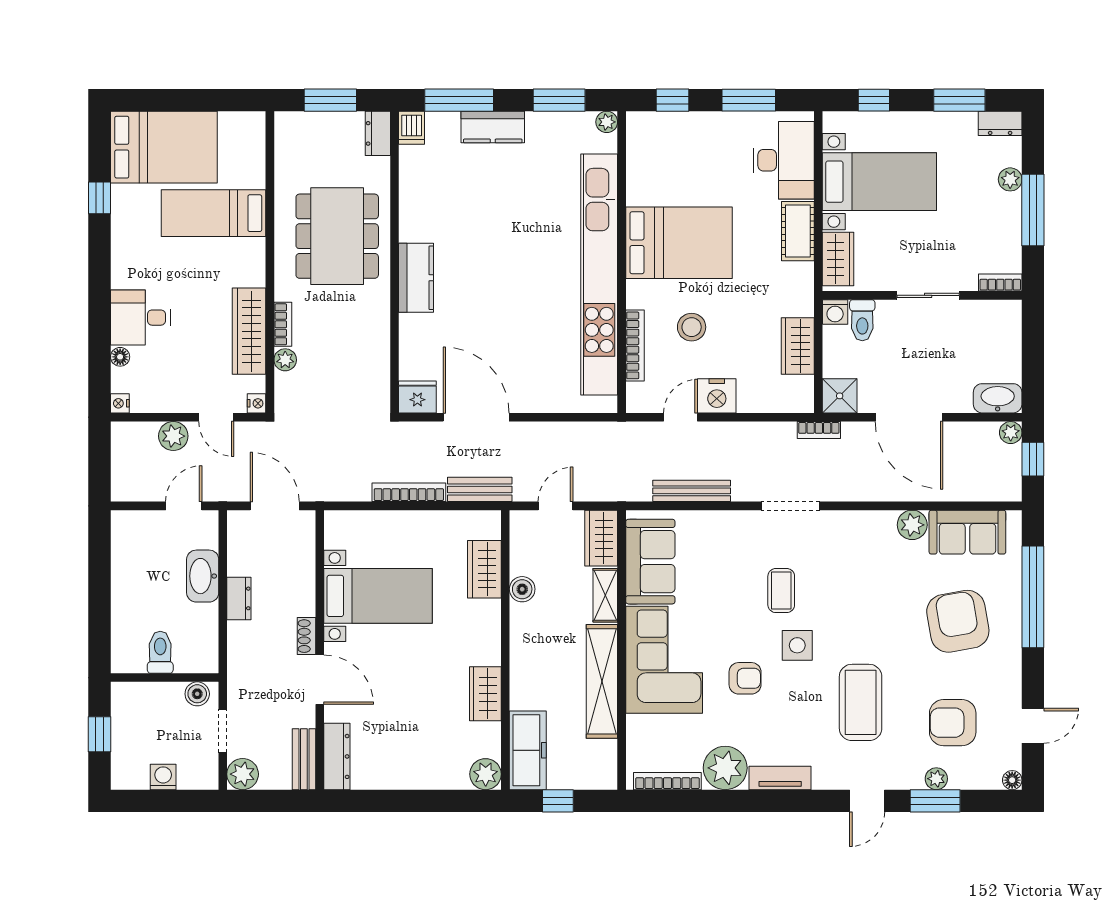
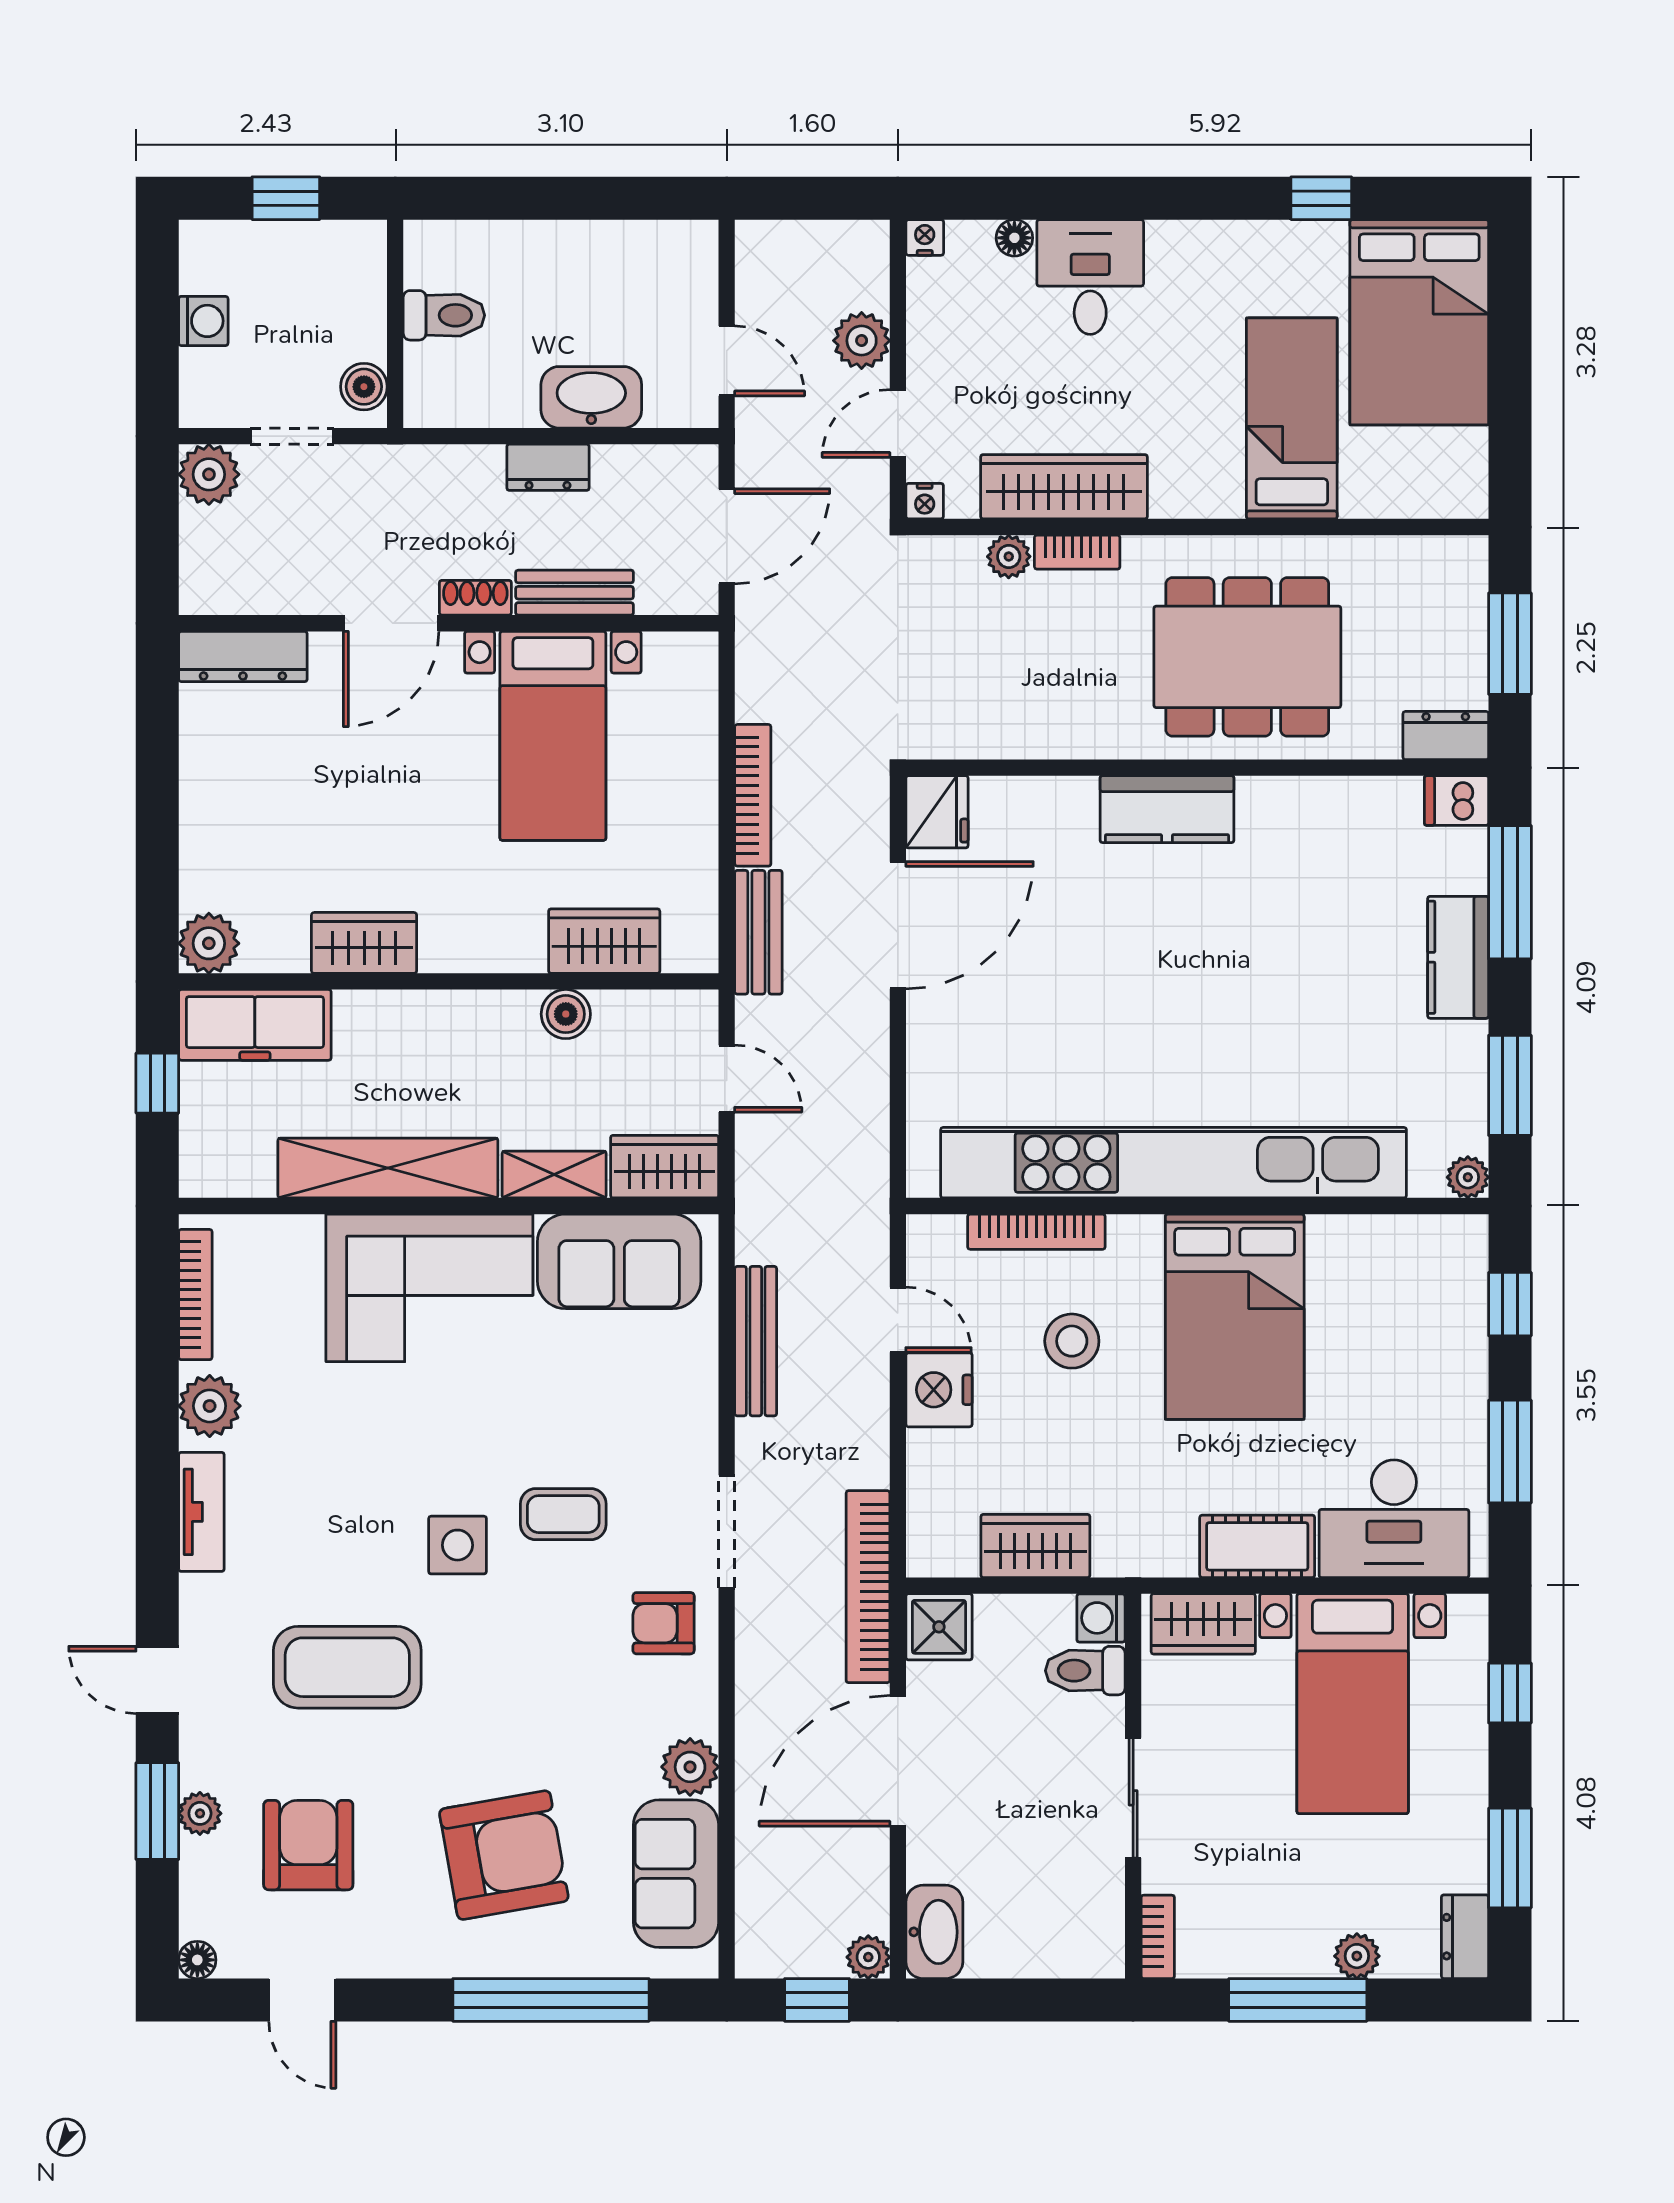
bookcase: (819, 430) -> (868, 1587), width x2.31, depth x1.31
armchair: (745, 678) -> (664, 1623), moved, turned 90
bench: (304, 759) -> (575, 593), moved
plant: (725, 768) -> (210, 1406), width x0.73, depth x0.73

